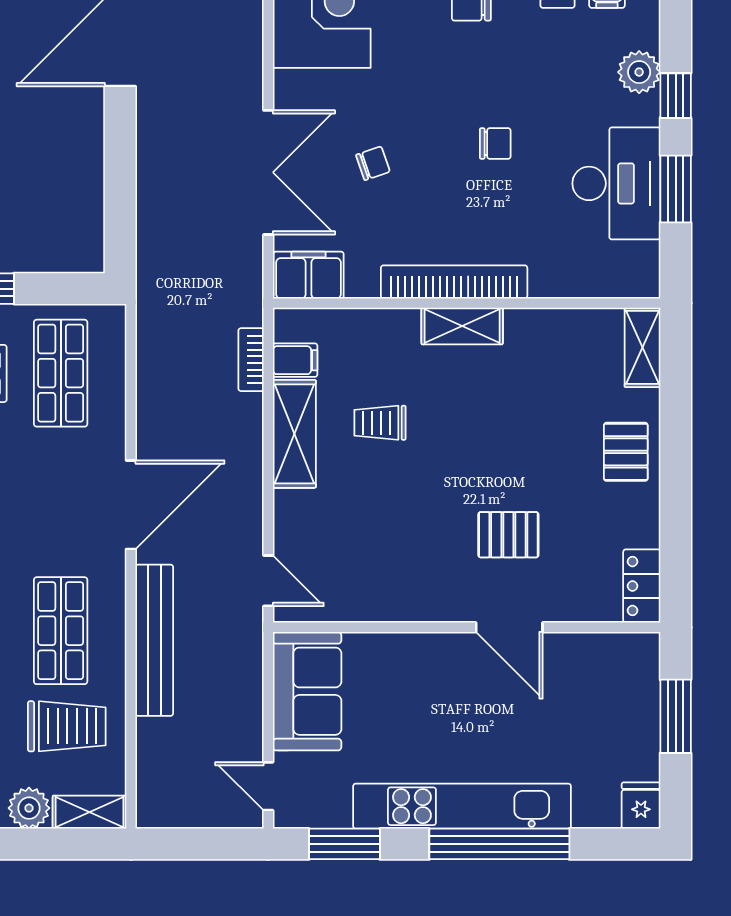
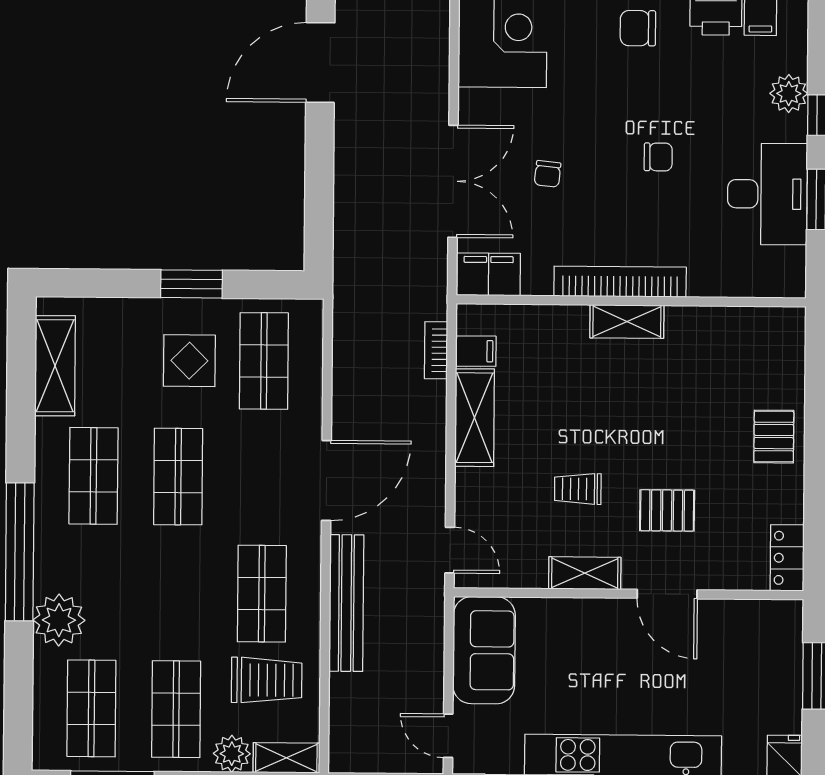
chair: (373, 163) -> (548, 174), turned 115
shelving: (642, 347) -> (585, 573), moved, turned 90
trolley: (380, 423) -> (578, 489), moved

